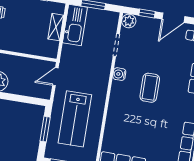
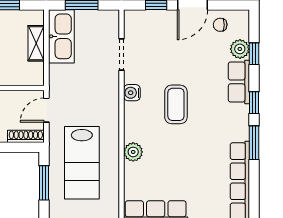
plant: (129, 21) -> (133, 152), moved
shoe rack: (37, 93) -> (26, 136), added

